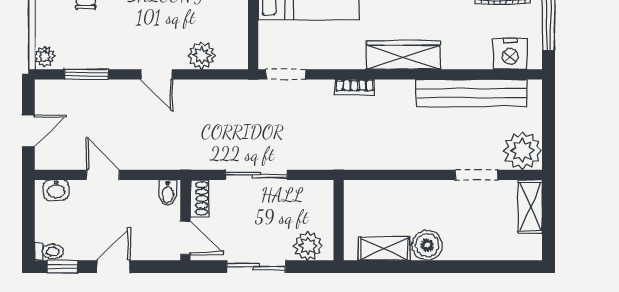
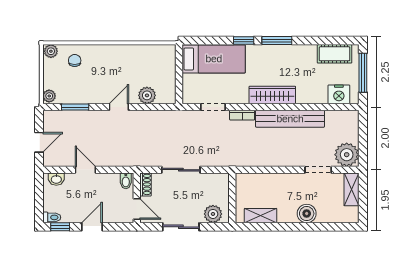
door: (157, 74) -> (119, 107), swing flipped
doorway: (286, 74) -> (213, 107), moved
bench: (471, 93) -> (290, 119), moved
boiler: (427, 245) -> (307, 214), moved

